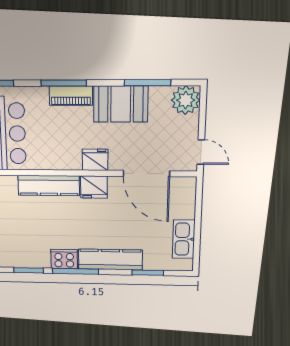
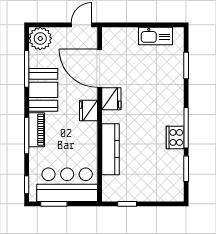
door: (146, 174) -> (100, 68), swing flipped
fridge: (94, 187) -> (111, 99), moved
kitchen counter: (110, 260) -> (175, 98), removed

